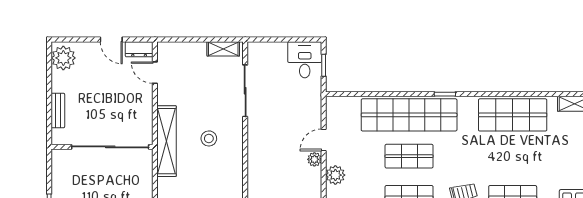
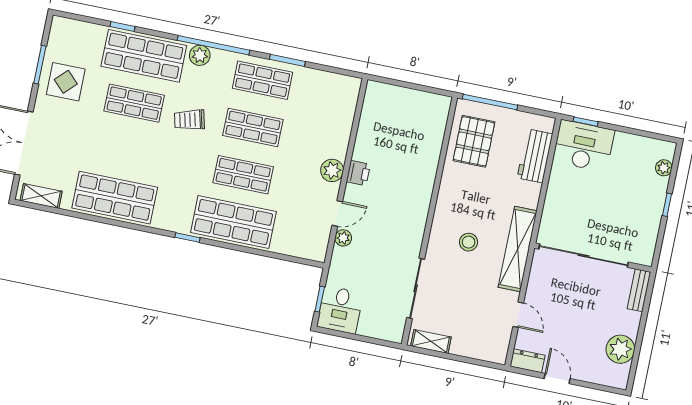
plant: (63, 58) -> (620, 349), moved
door: (155, 73) -> (518, 315), moved
bench: (58, 110) -> (639, 290), moved
shop shelf: (409, 115) -> (233, 222), width x0.71
plant: (314, 159) -> (343, 238), moved
printer: (313, 177) -> (358, 173), added

